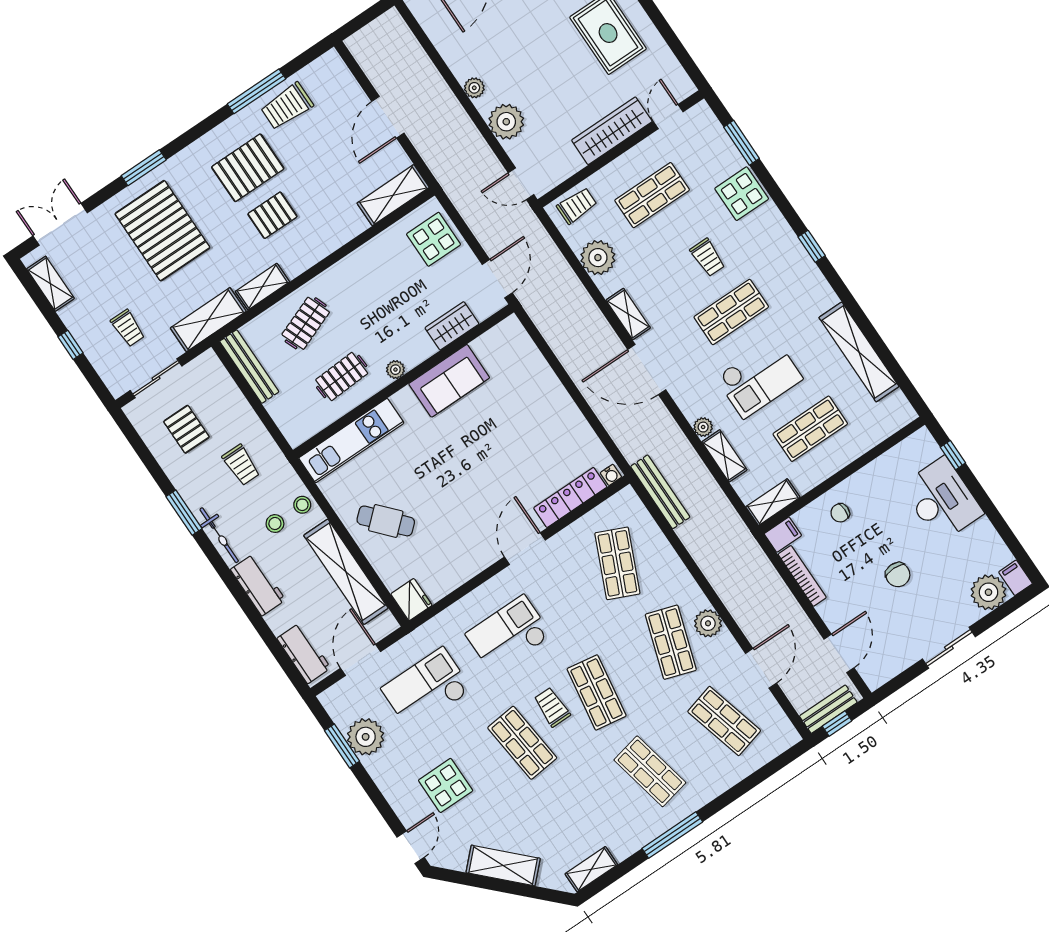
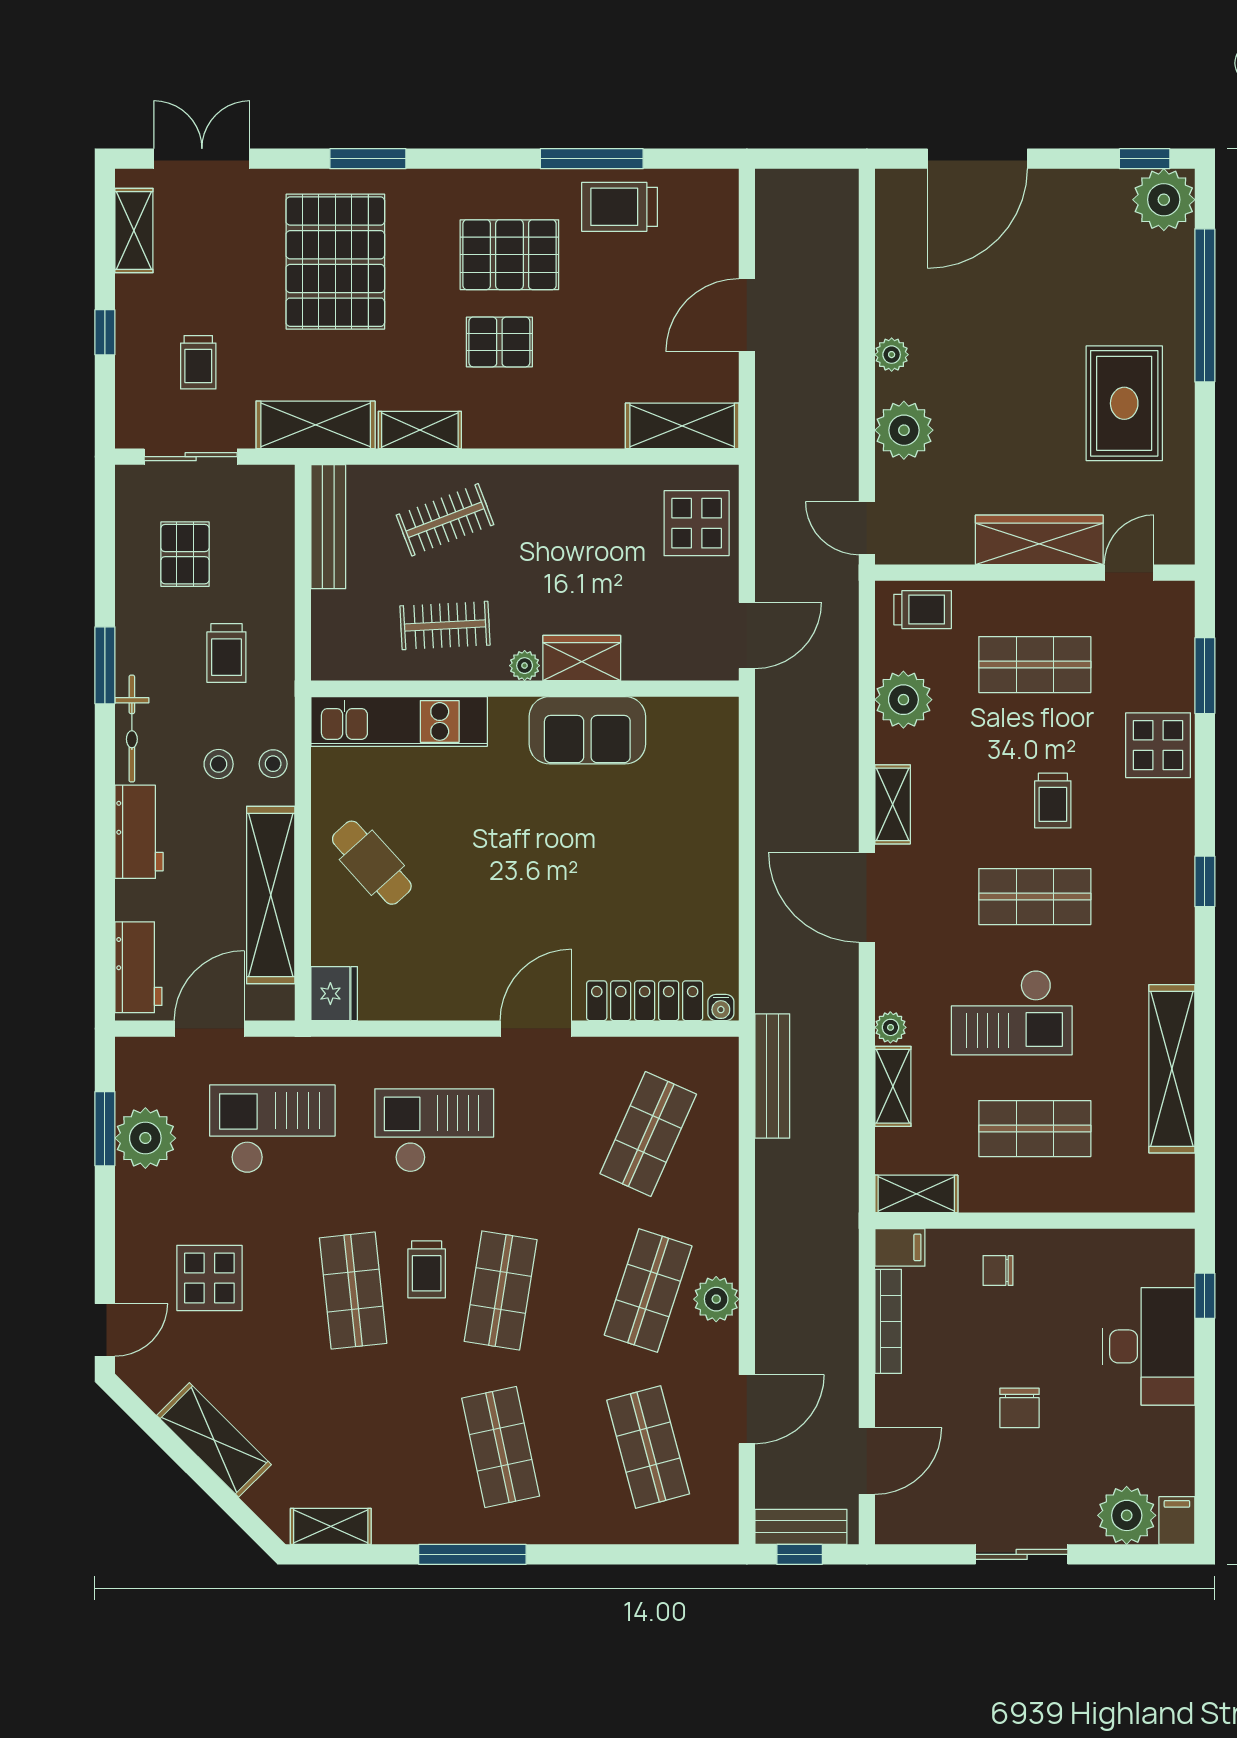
wardrobe: (452, 326) -> (582, 658), moved
trolley: (552, 707) -> (427, 1269), turned 180

